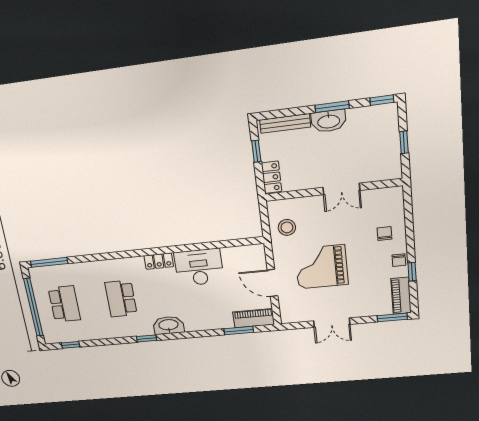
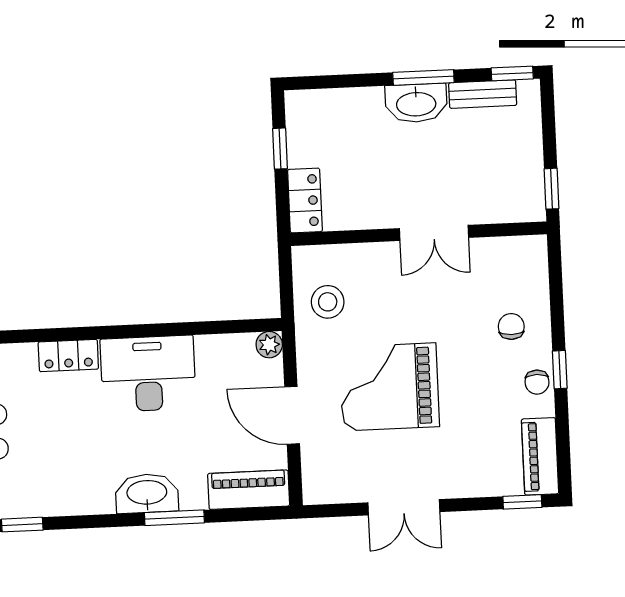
bench: (285, 123) -> (483, 94), moved, width x0.73
window: (404, 142) -> (551, 189), moved
plant: (258, 250) -> (269, 345), added
window: (412, 272) -> (560, 370), moved
window: (392, 317) -> (522, 502), width x0.67
washbasin: (168, 325) -> (147, 493), moved
window: (239, 331) -> (174, 518), moved

